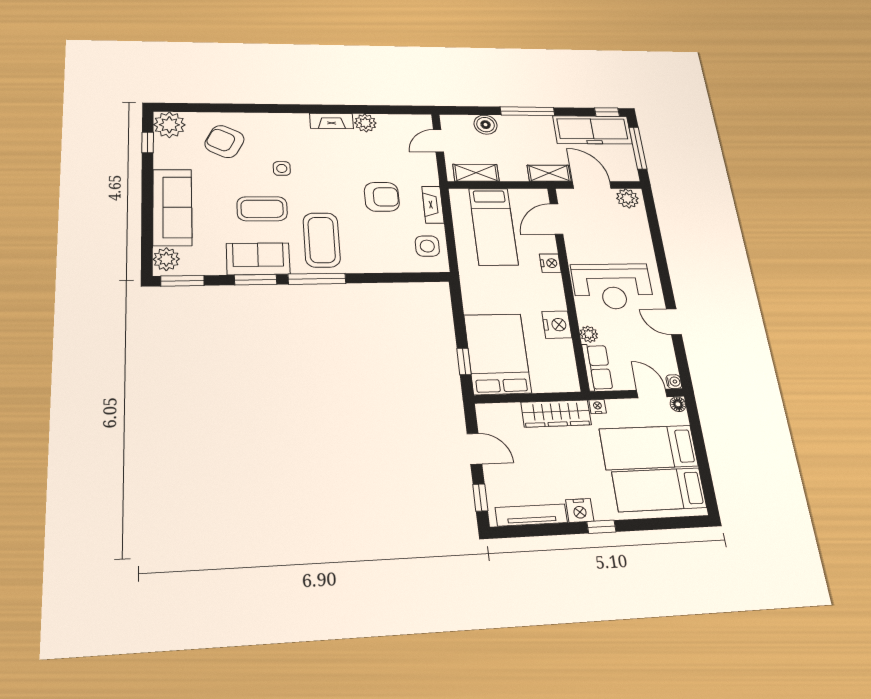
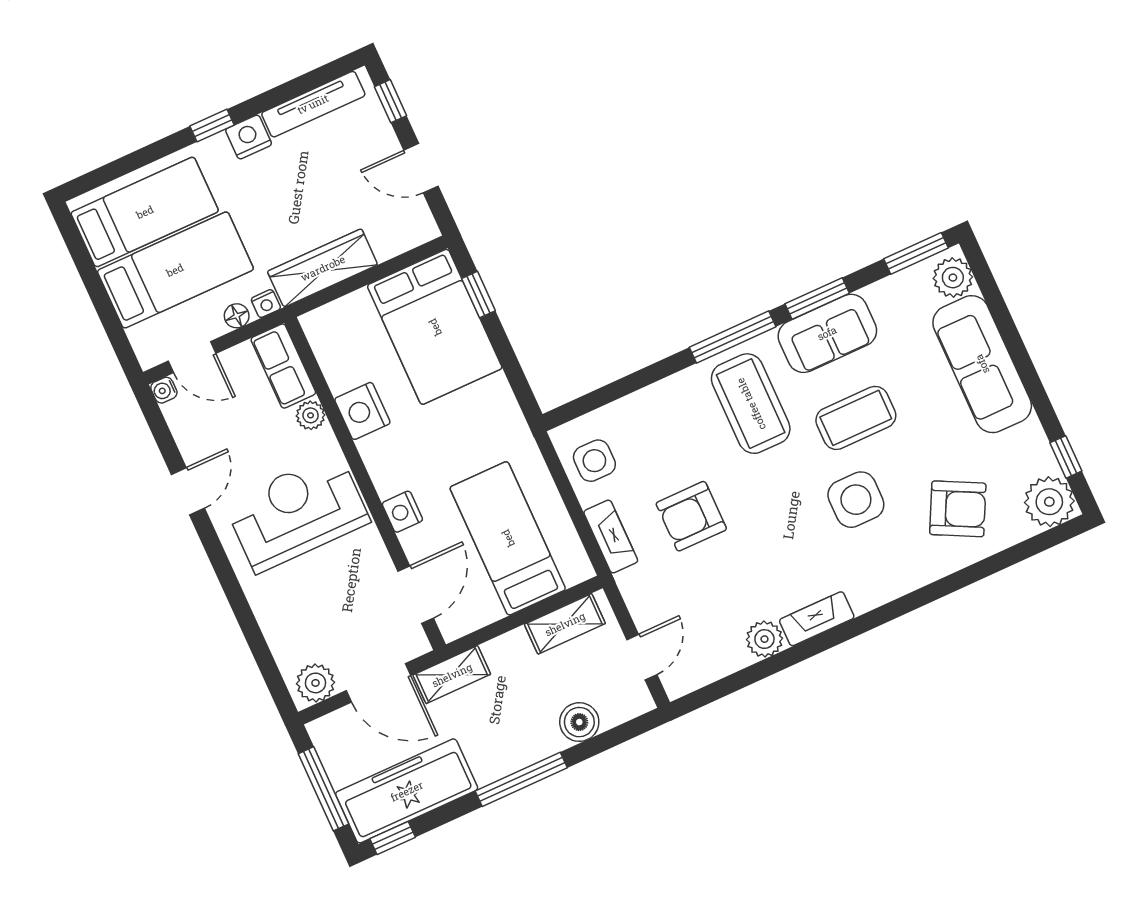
side table: (282, 168) -> (856, 500), width x1.87, depth x1.87
door: (674, 322) -> (188, 491), hinge flipped
floor lamp: (678, 404) -> (237, 316), moved

